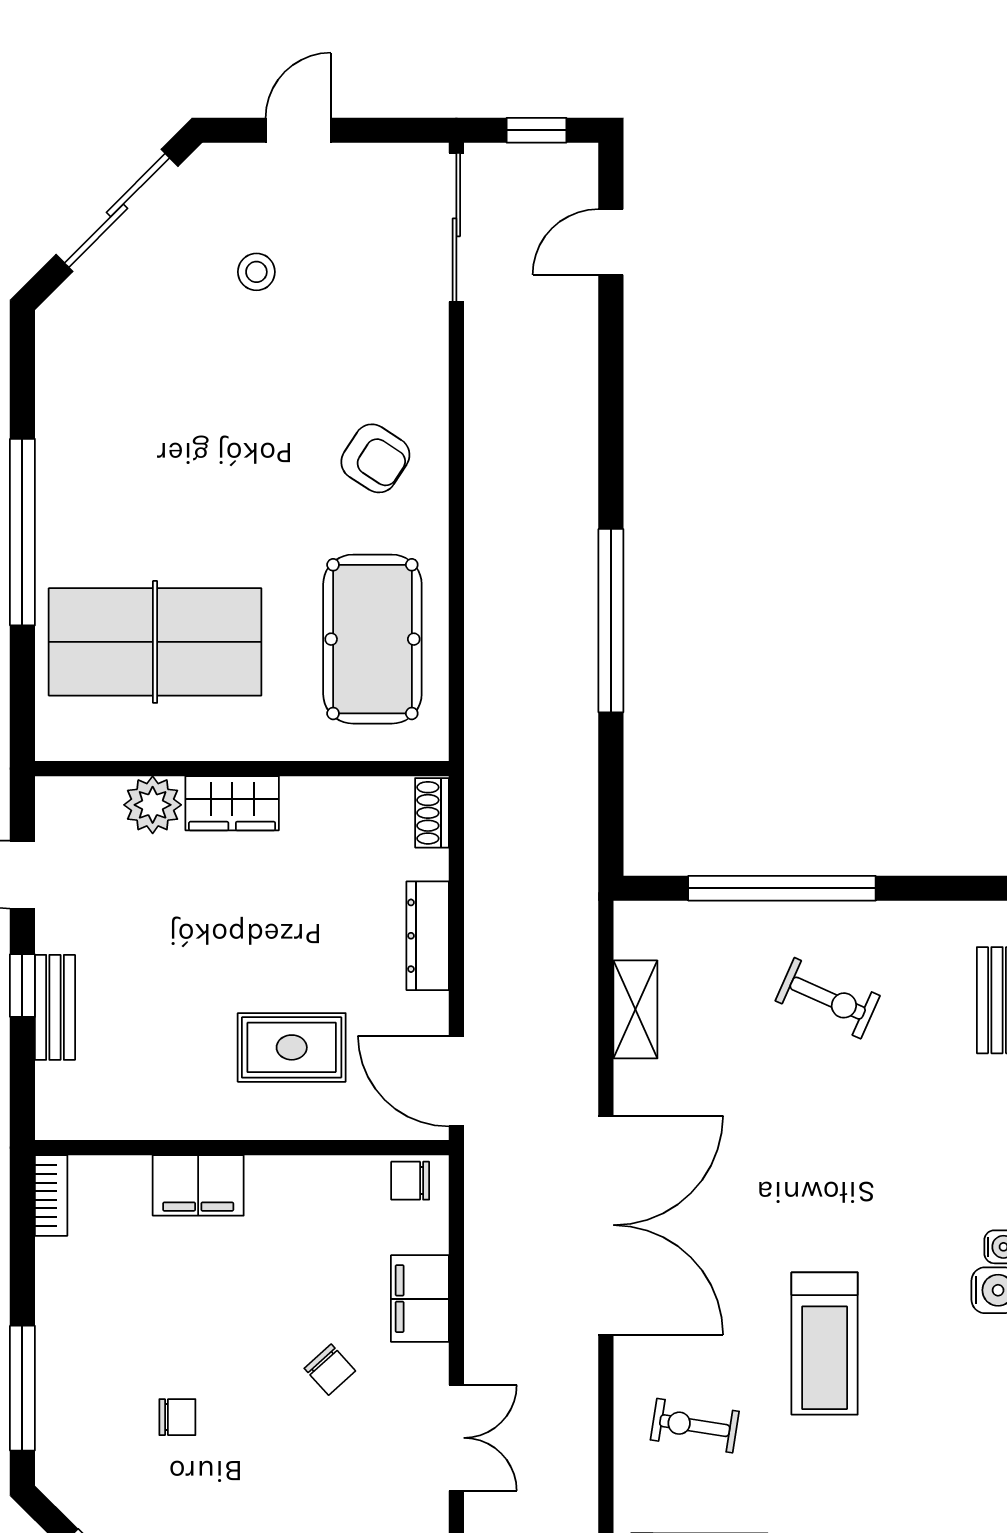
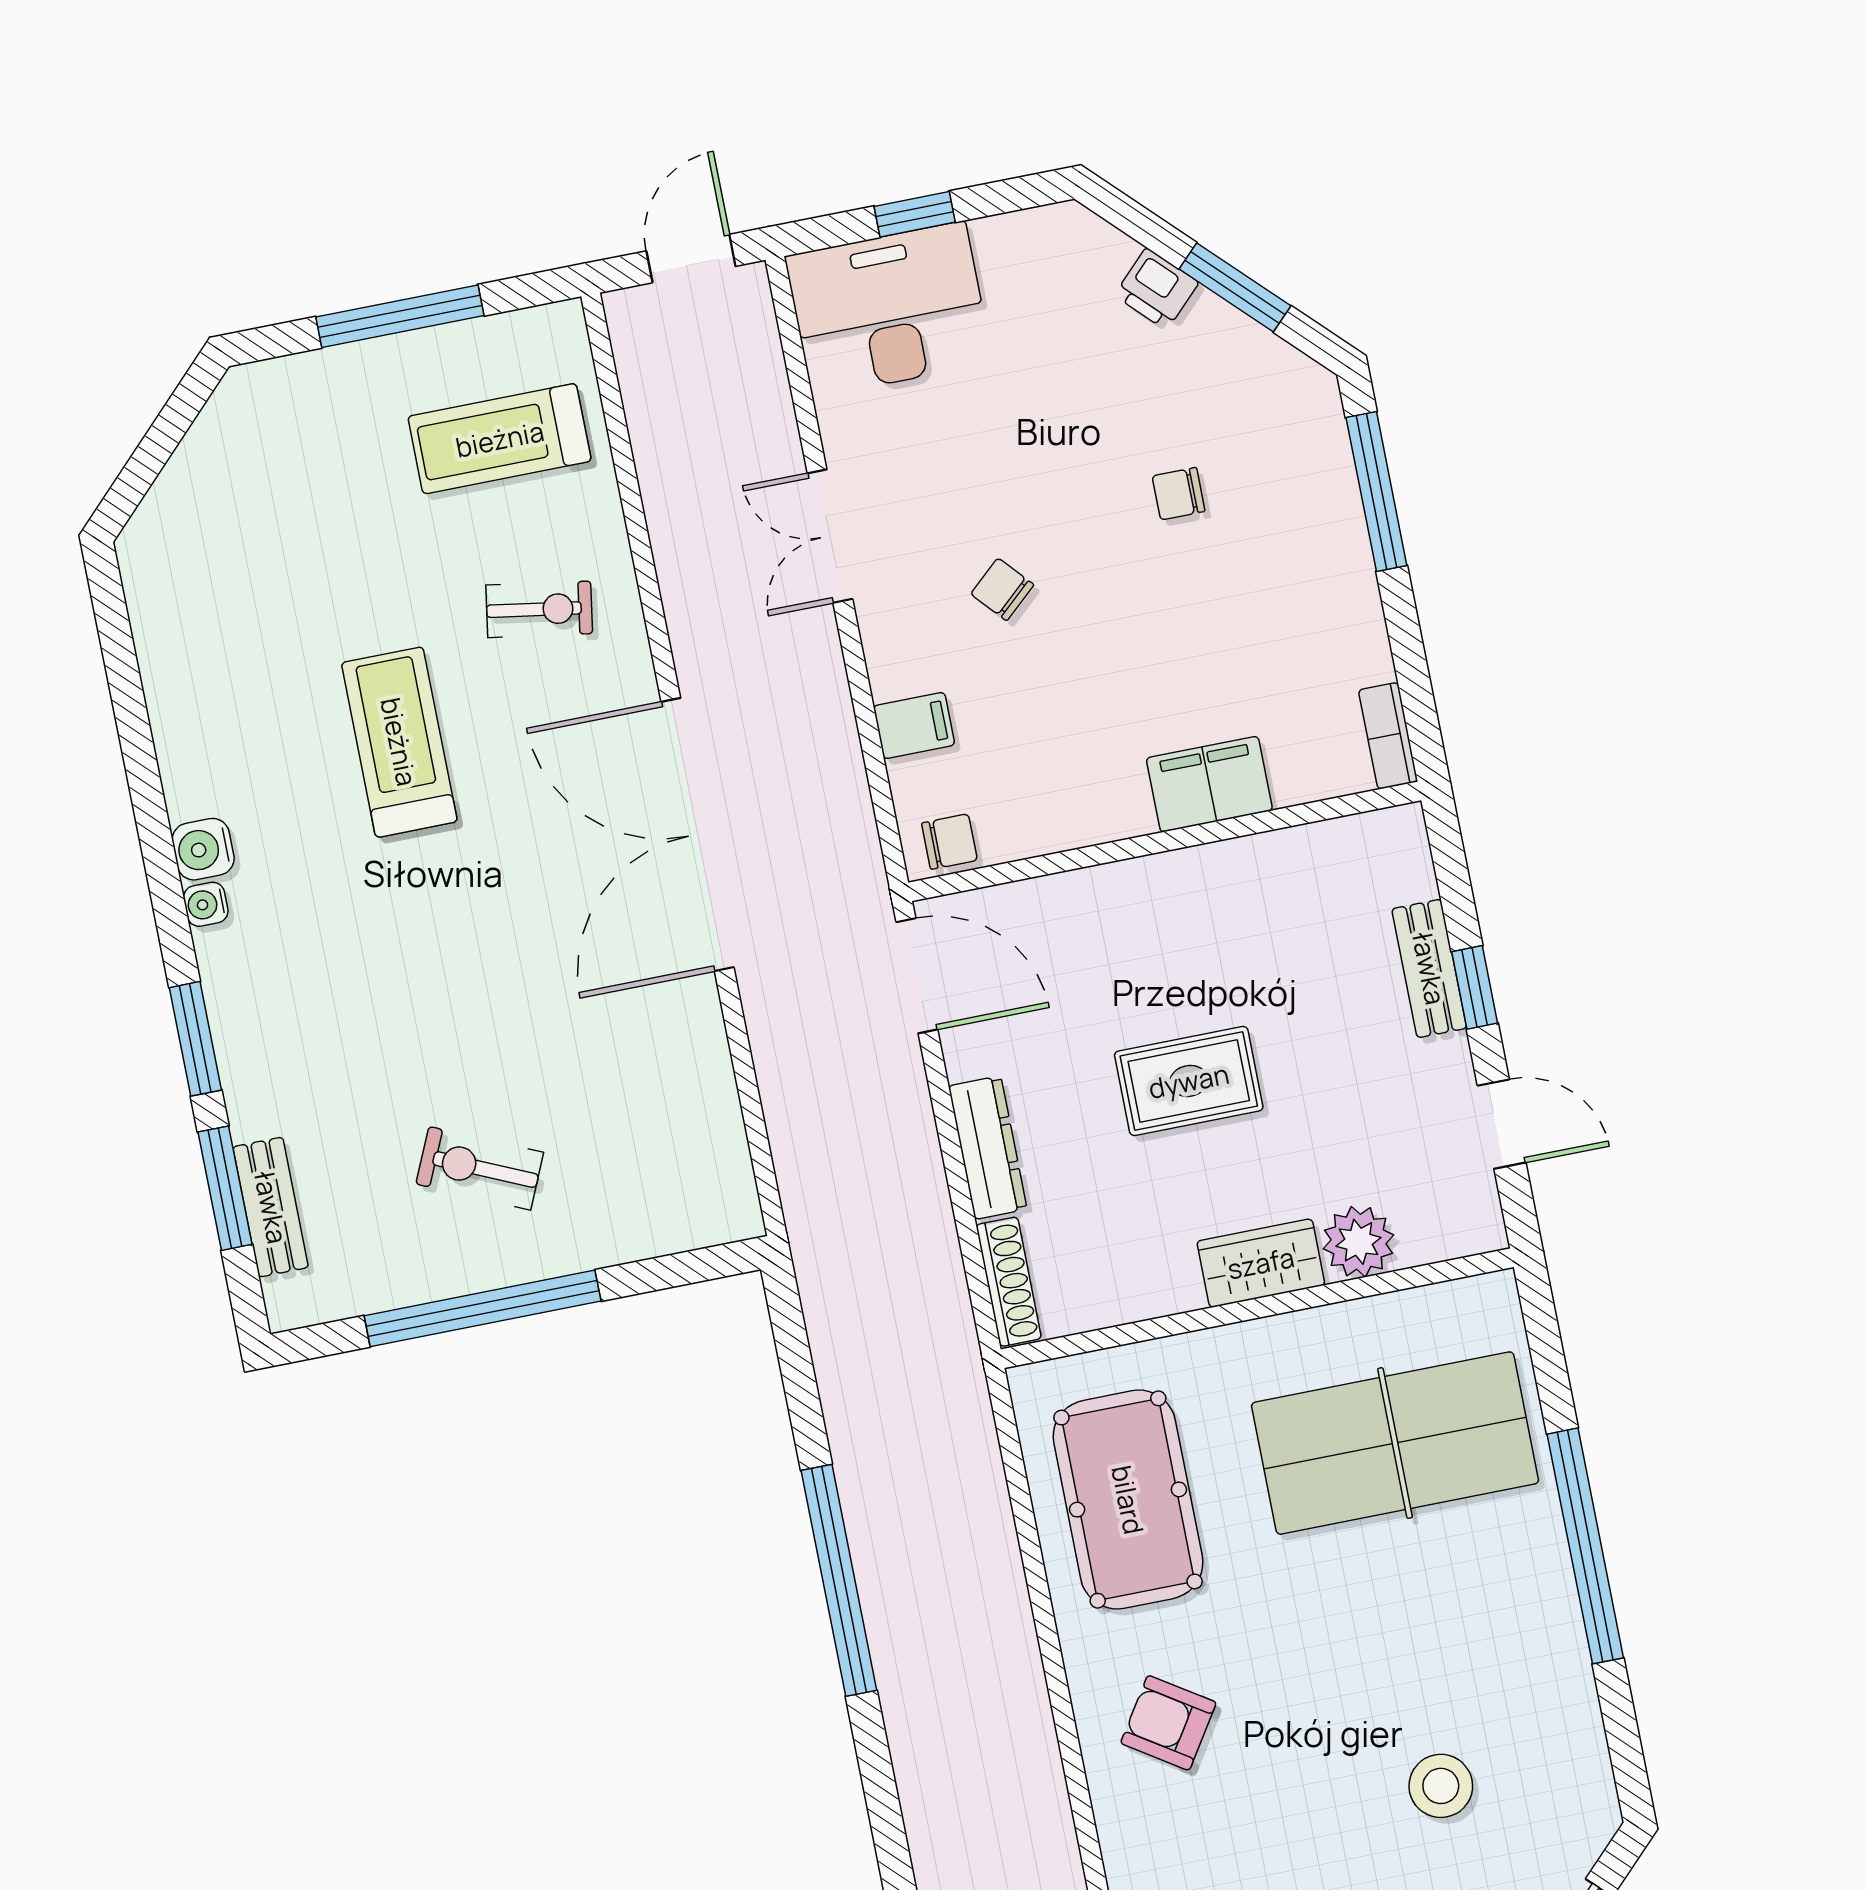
stool: (172, 367) -> (1441, 1786), added
shoe rack: (432, 813) -> (1009, 1282), width x1.43
window: (782, 888) -> (483, 1308), moved
shelving: (635, 1009) -> (714, 1108), removed
rug: (292, 1047) -> (1189, 1081), moved
filing cabinet: (420, 1299) -> (914, 726), width x0.50

